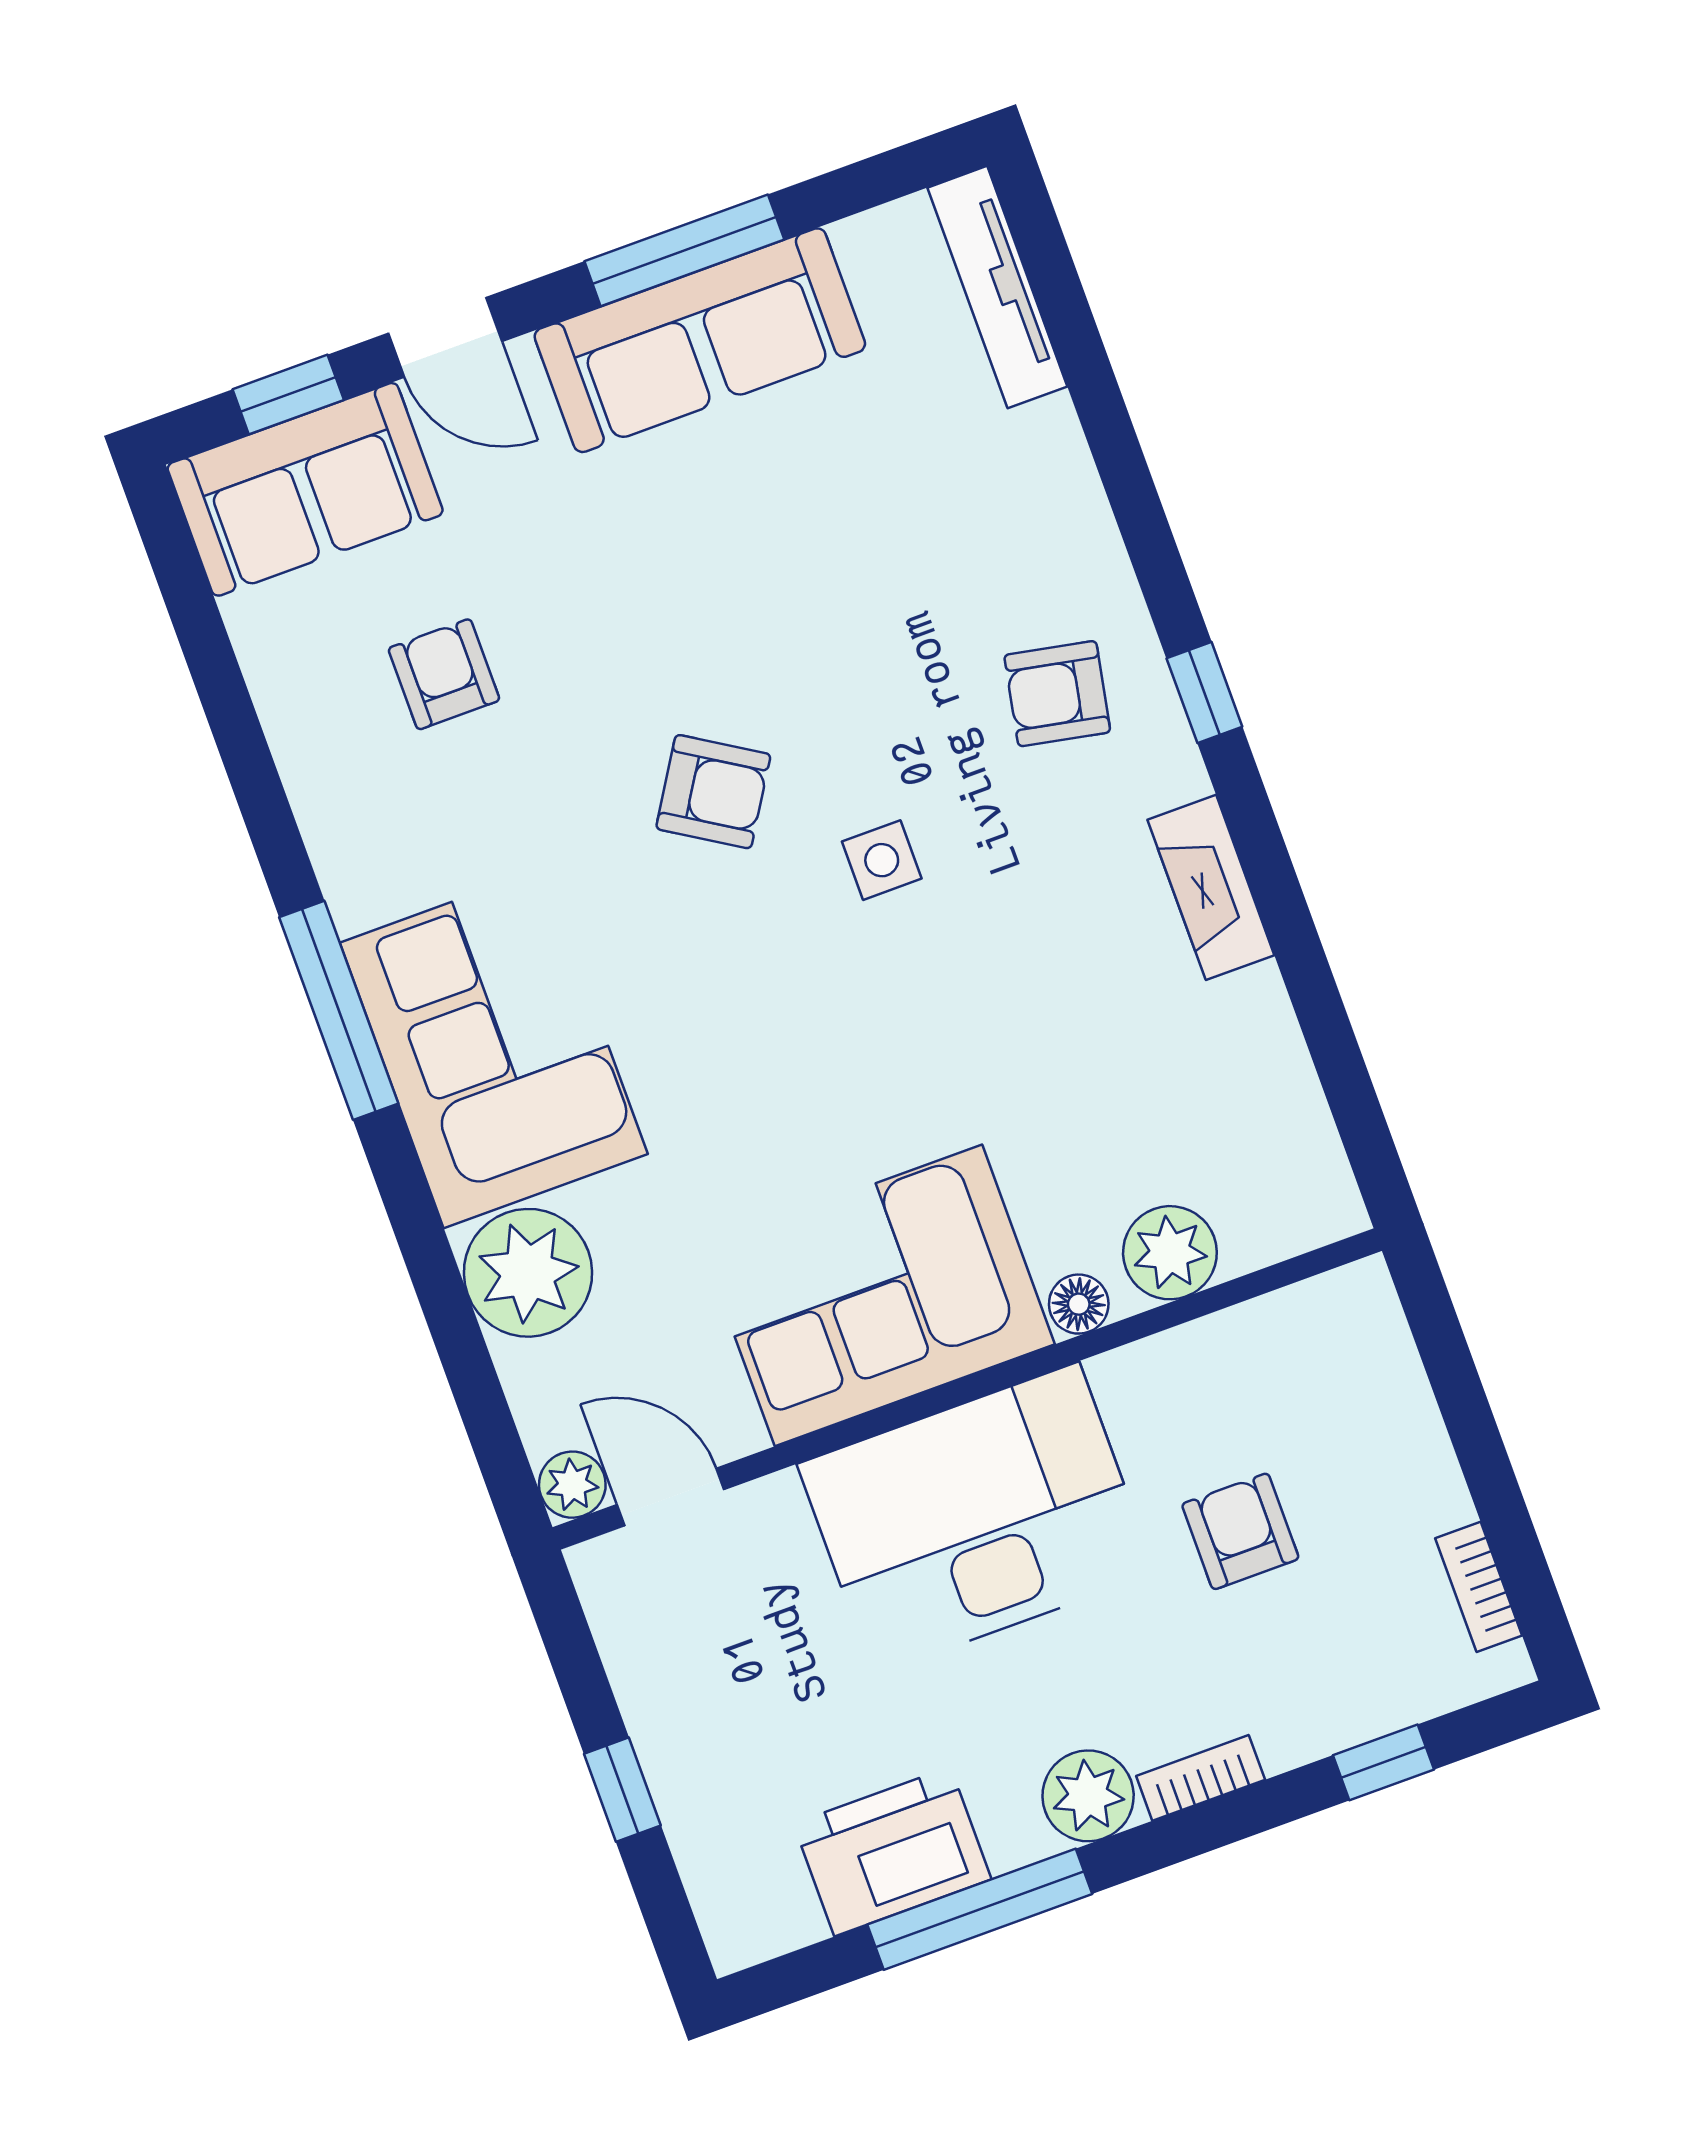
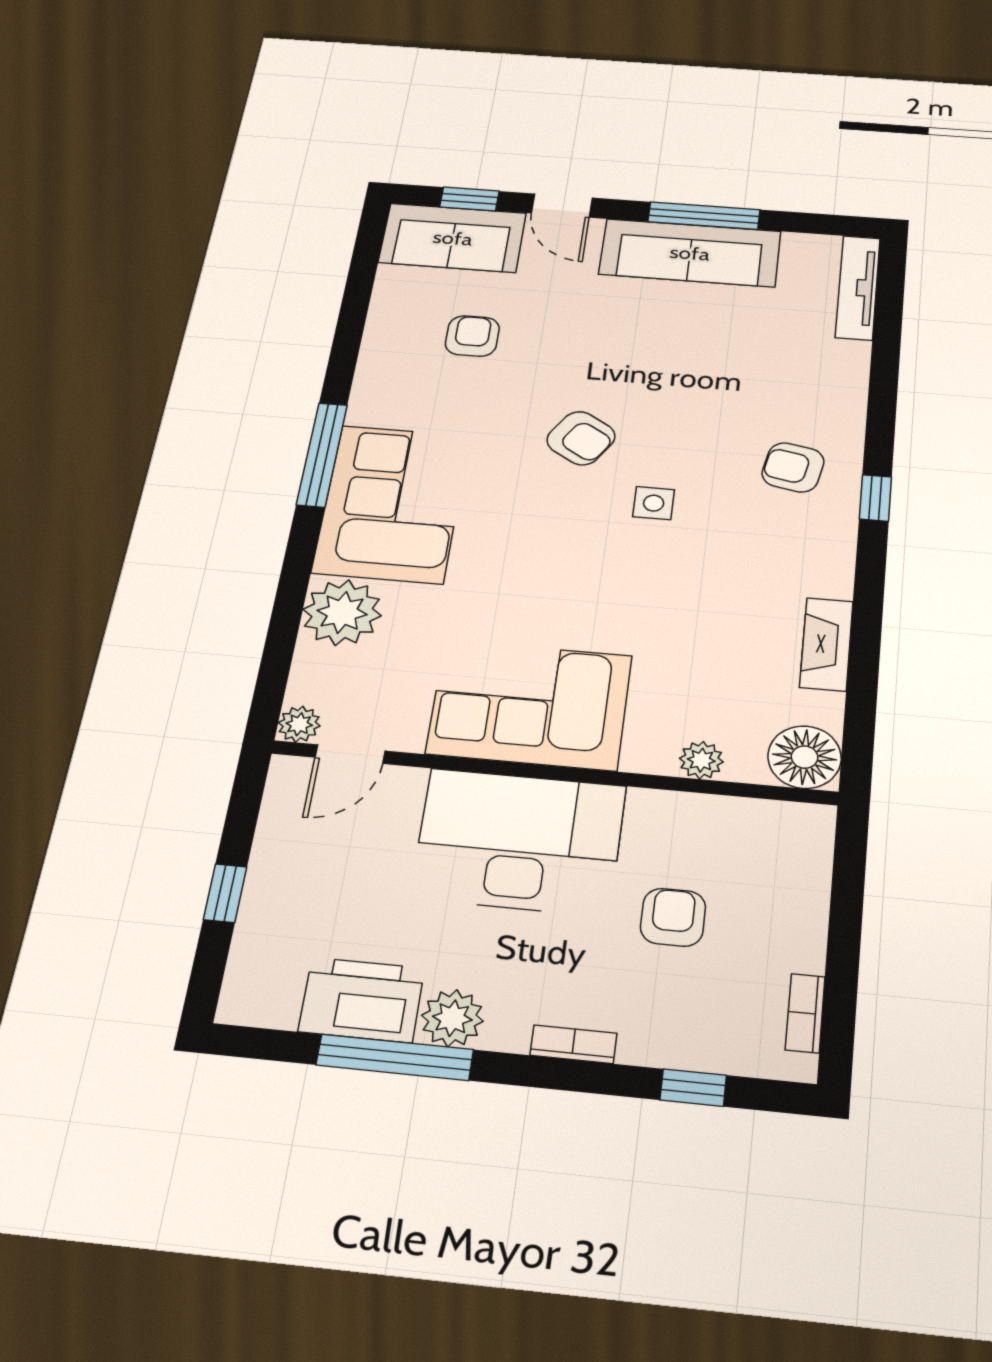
fireplace: (1211, 887) -> (826, 644), moved
plant: (1170, 1253) -> (701, 760), width x0.73, depth x0.73
floor lamp: (1079, 1304) -> (805, 757), moved, width x1.89, depth x1.89
door: (671, 1497) -> (350, 754), swing flipped
plant: (1088, 1796) -> (452, 1018), moved

